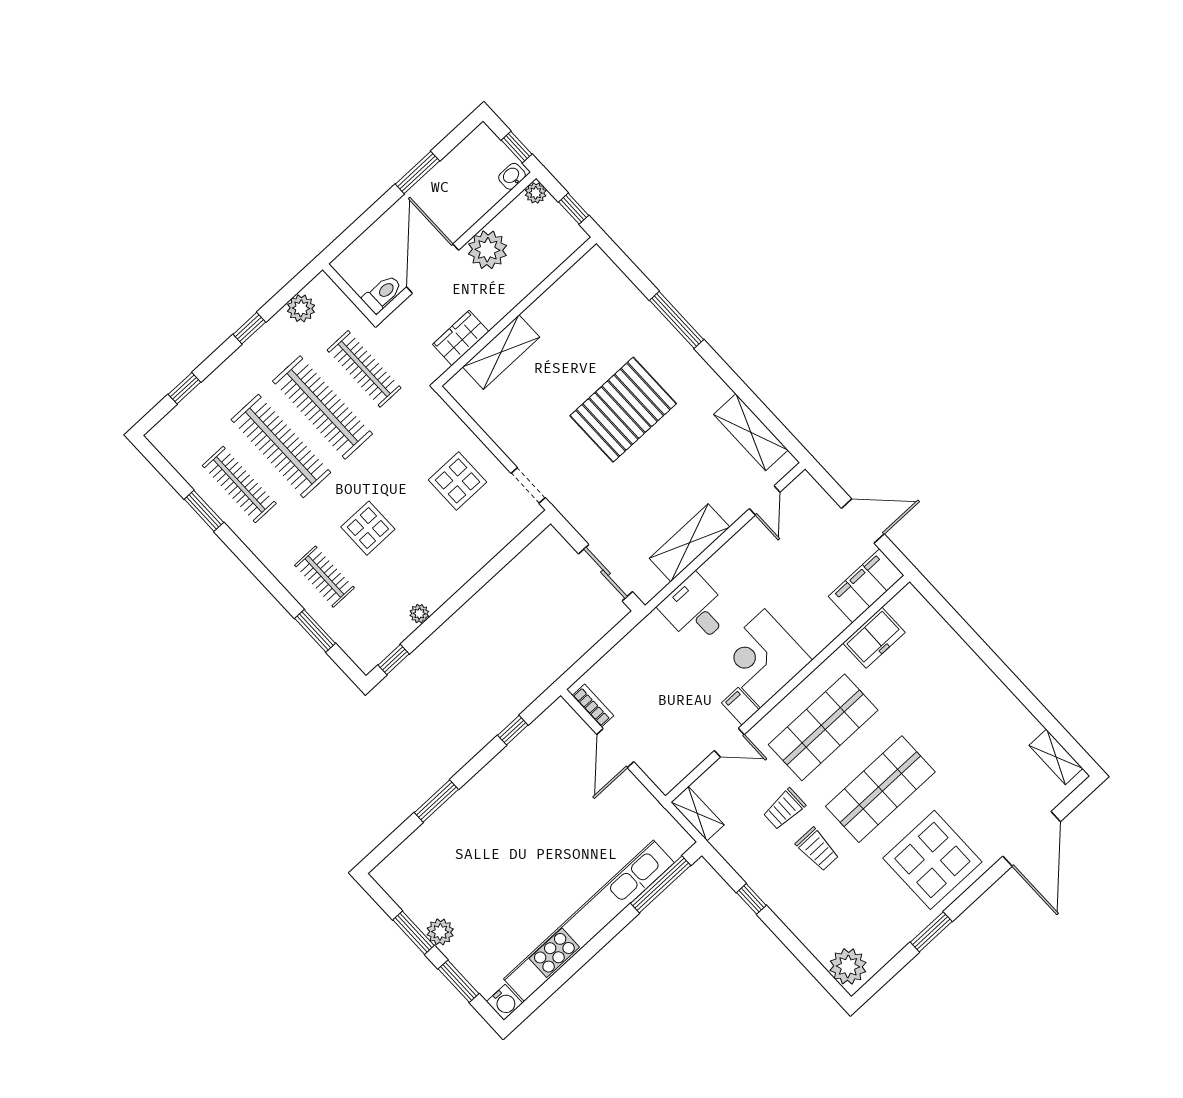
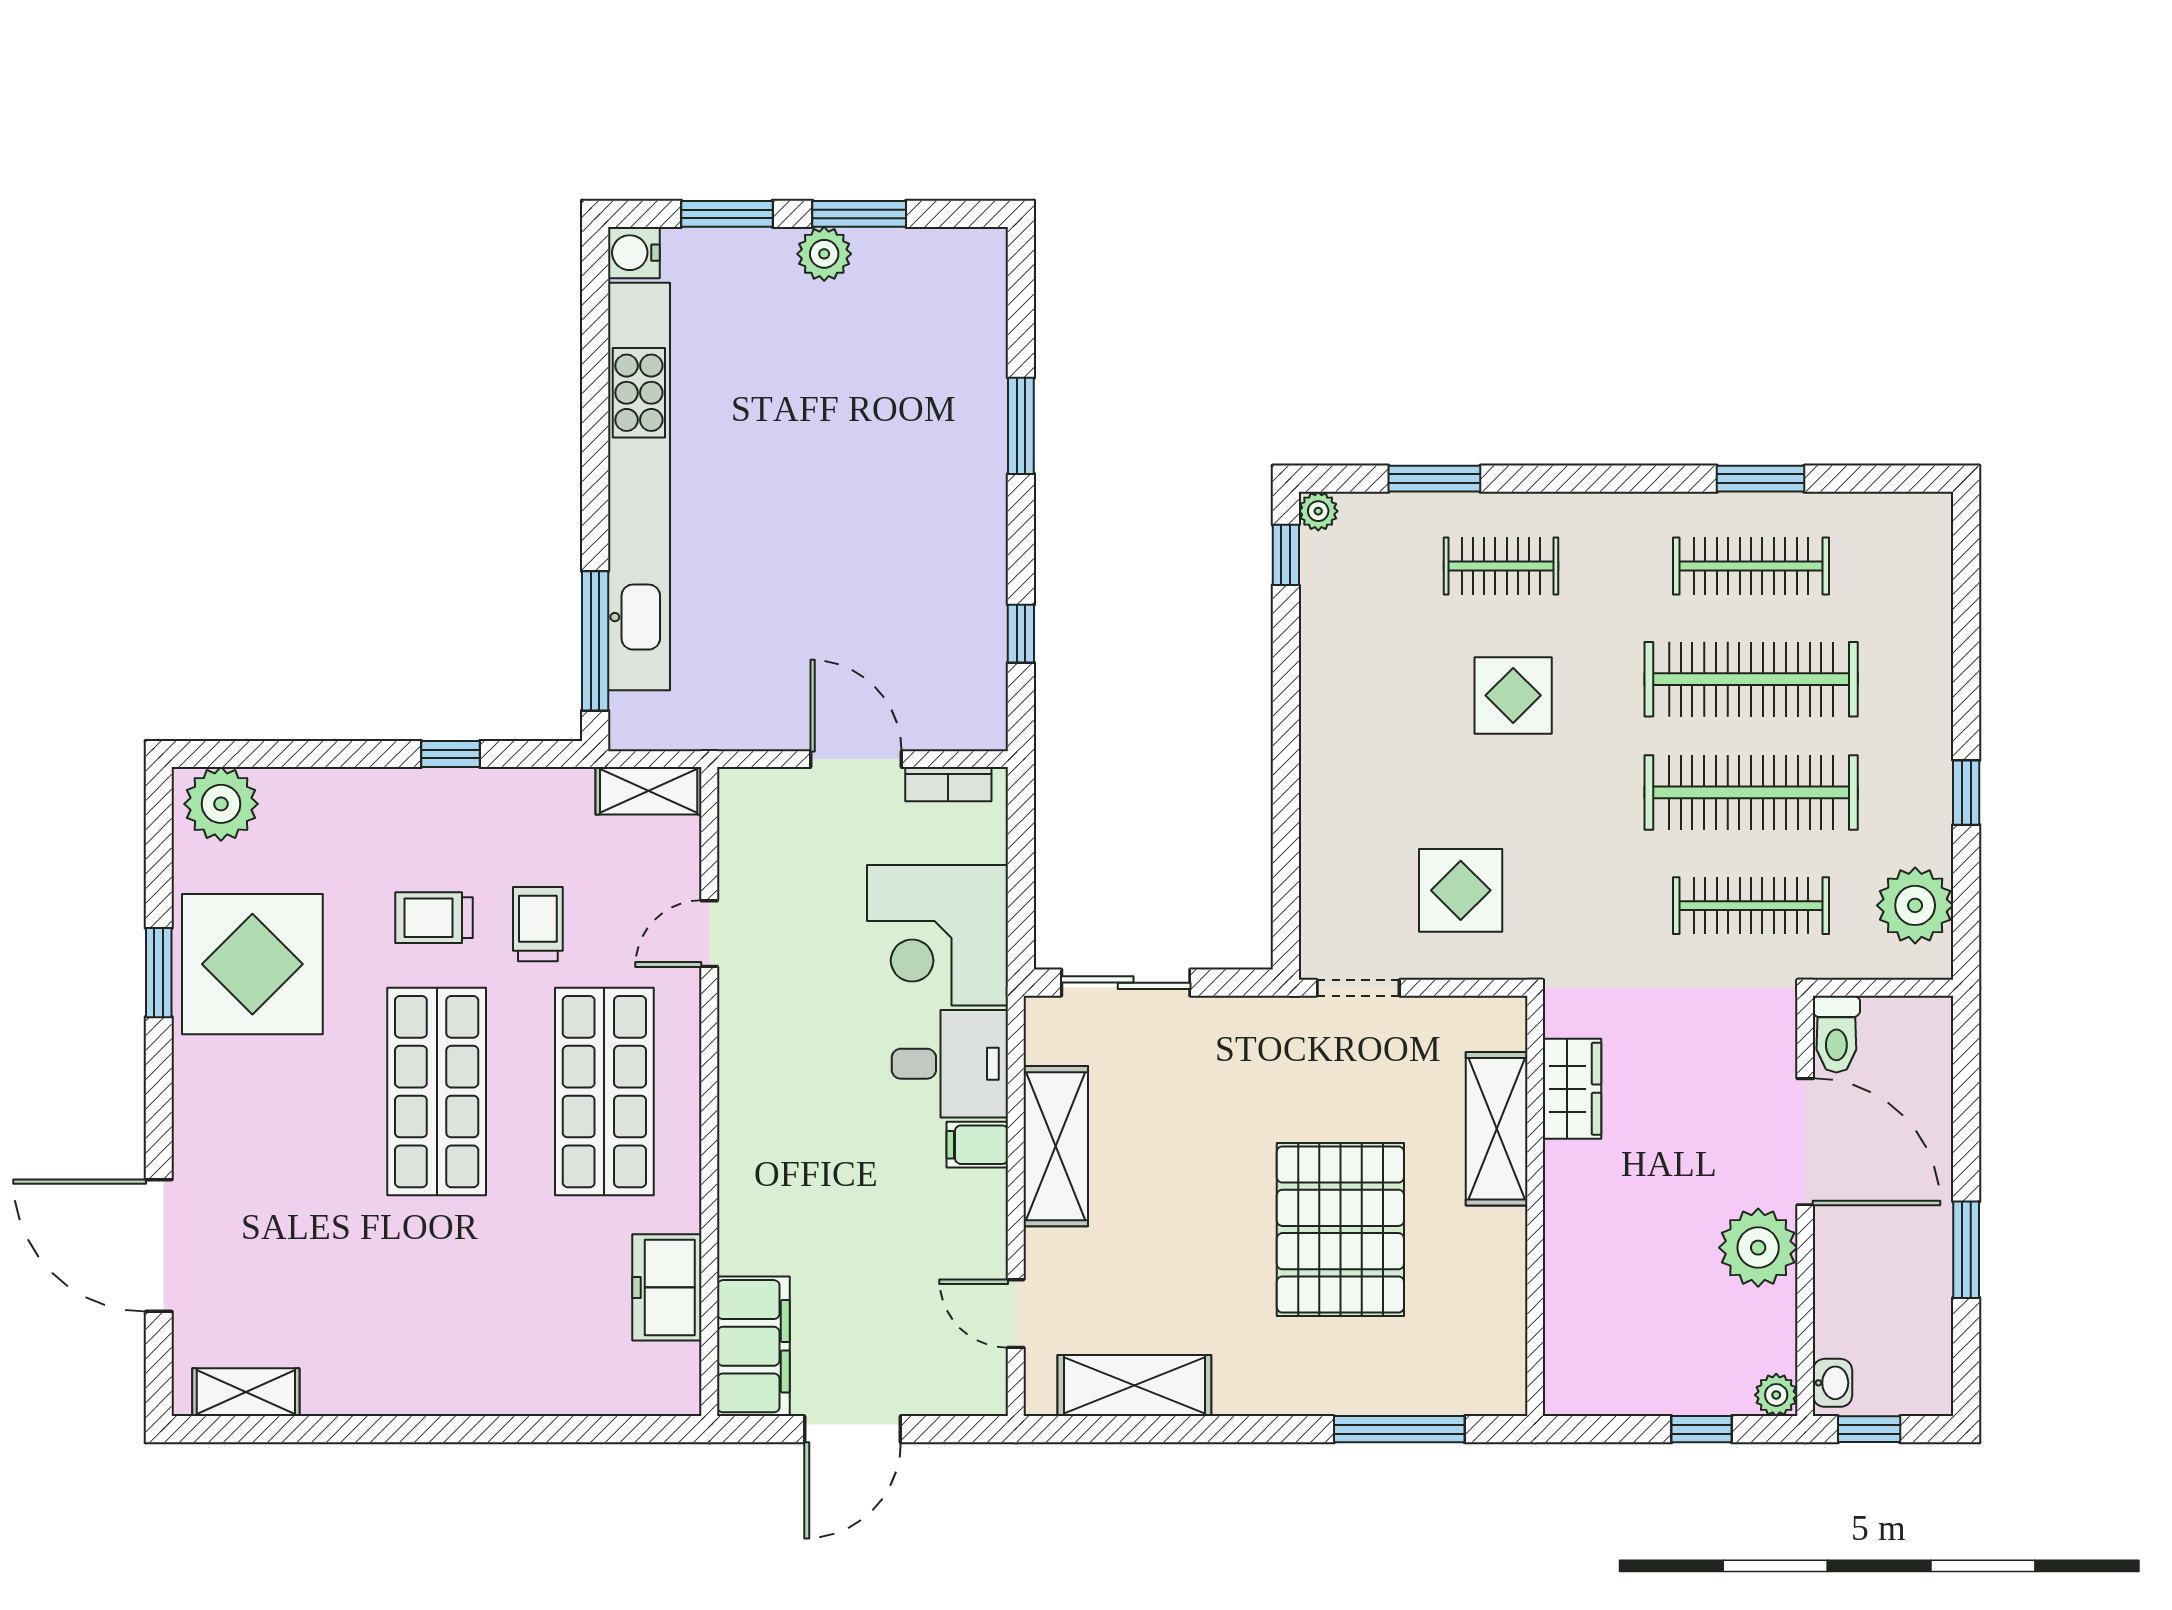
plant: (301, 308) -> (1915, 905), width x1.36, depth x1.36
wall: (516, 312) -> (1535, 1206), moved
wardrobe: (461, 338) -> (1572, 1089), moved
shelving: (501, 352) -> (1497, 1129), moved
window: (184, 388) -> (1966, 616), removed
plant: (419, 614) -> (1318, 511), moved
corner desk: (763, 658) -> (937, 935), moved, turned 180
filing cabinet: (740, 706) -> (977, 1145), moved, turned 180
display table: (932, 860) -> (252, 964), moved

